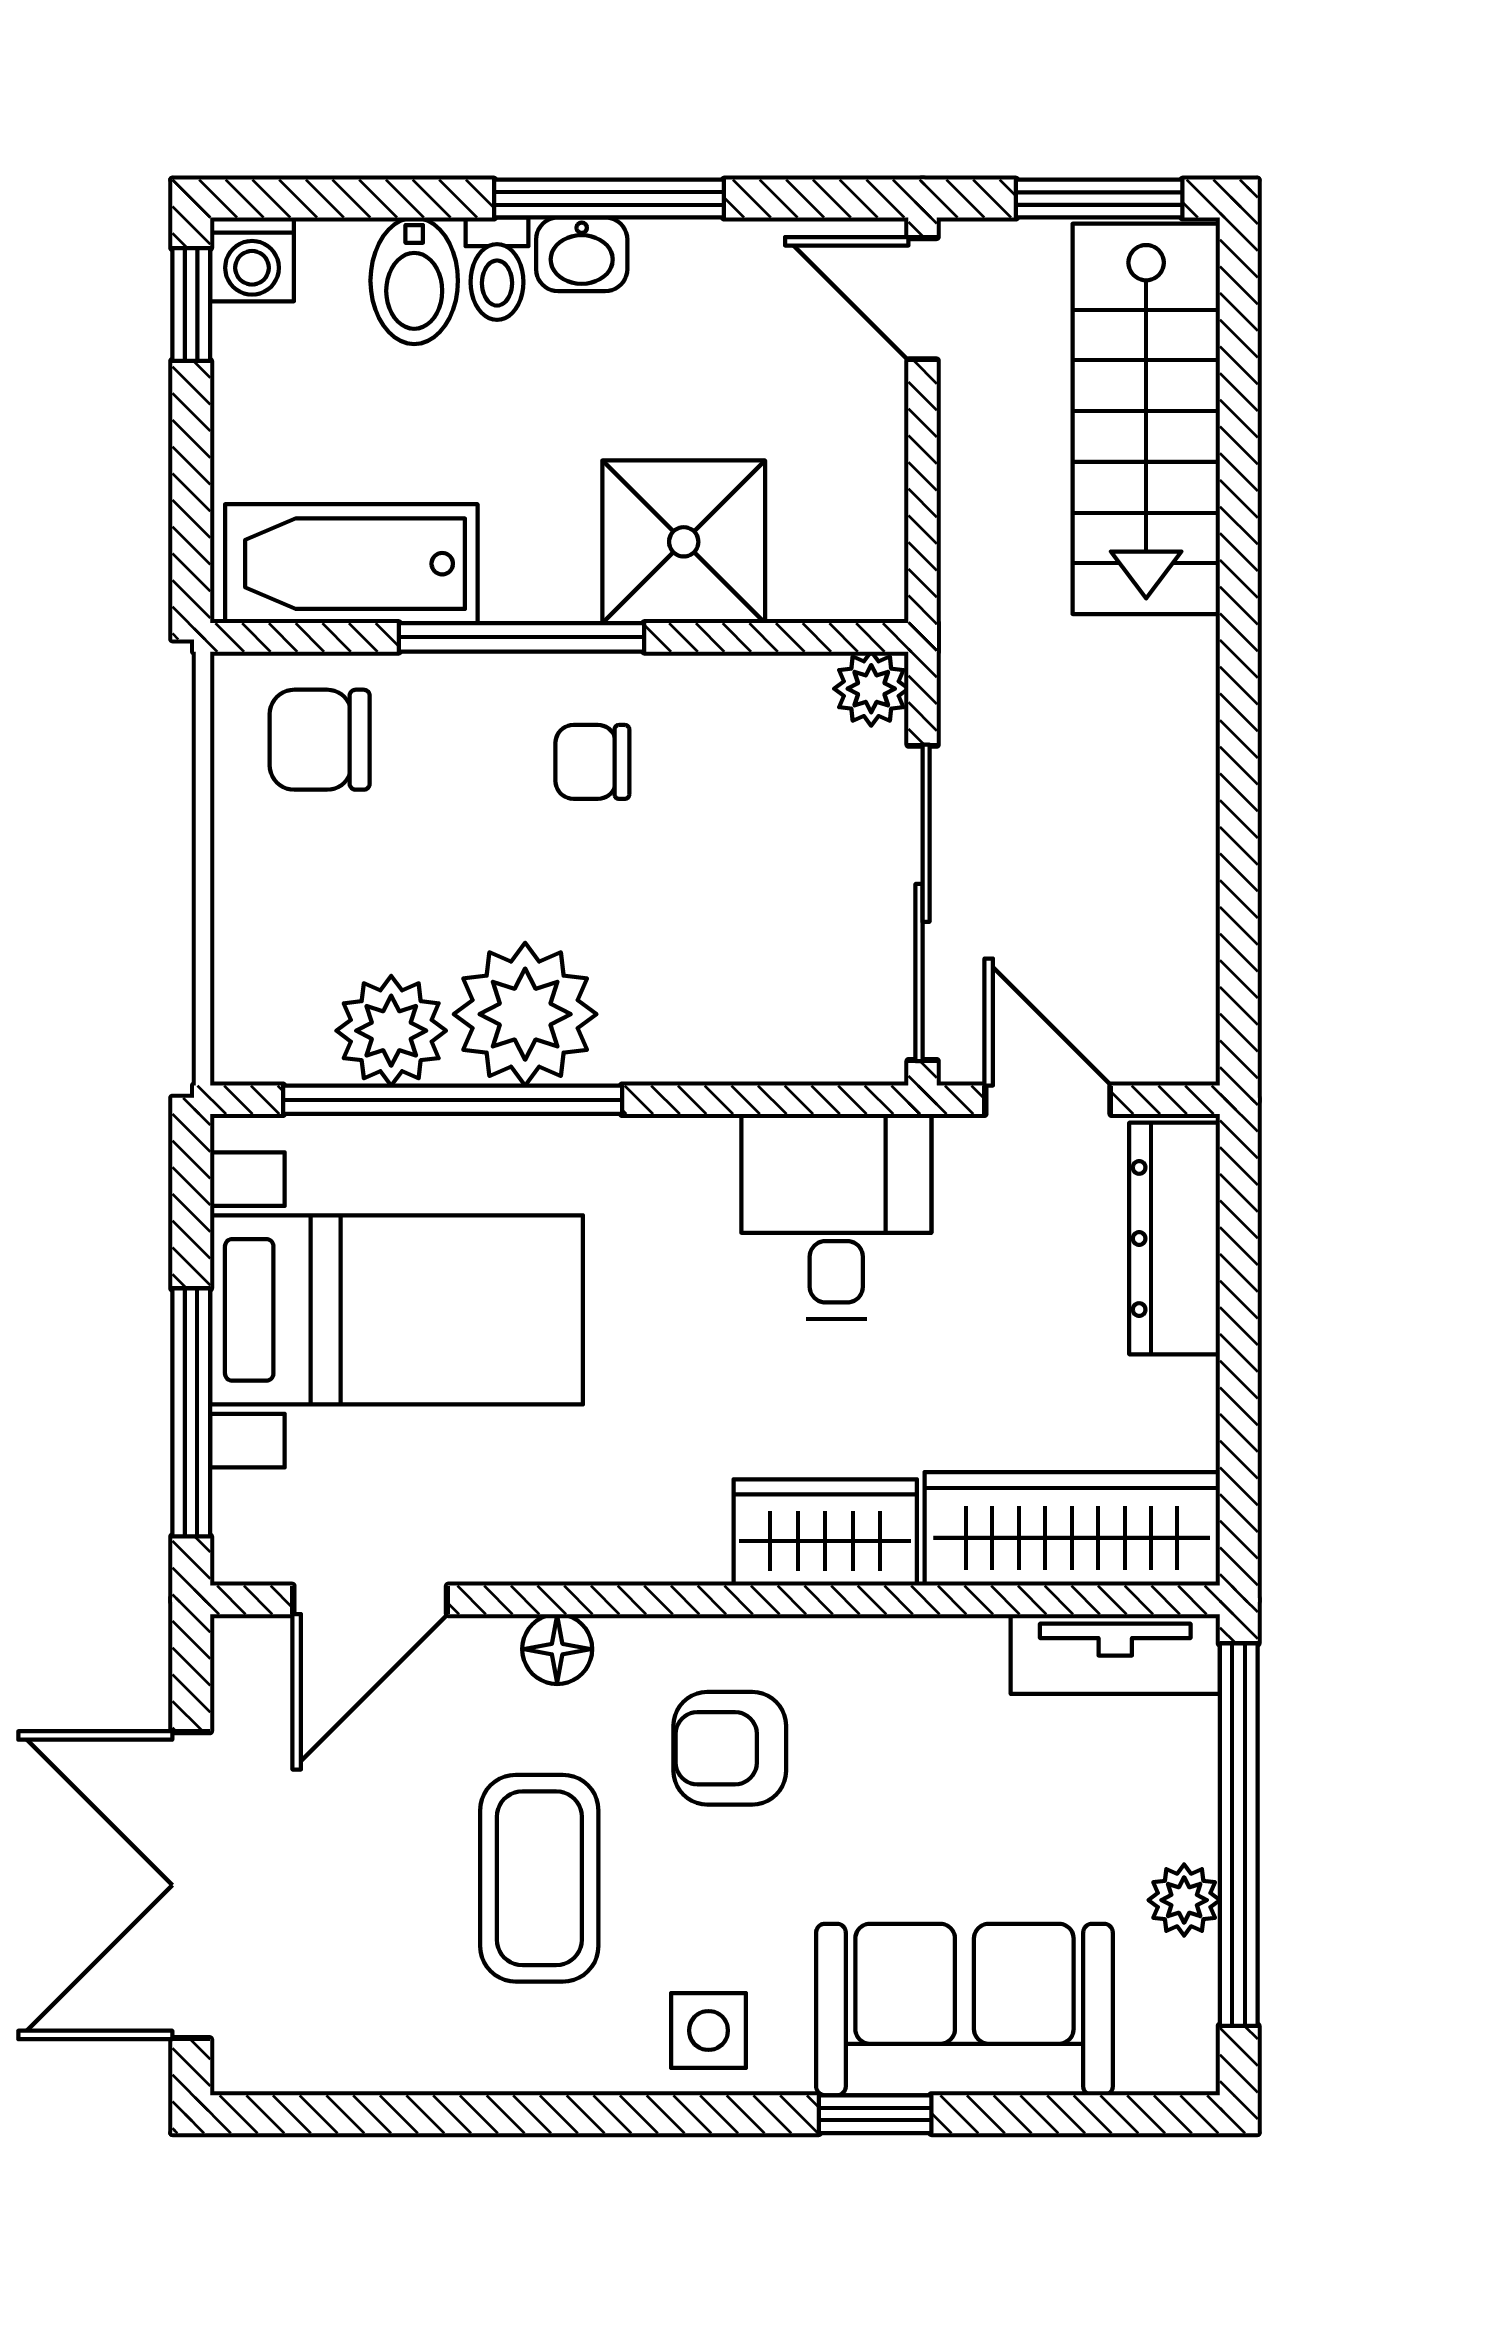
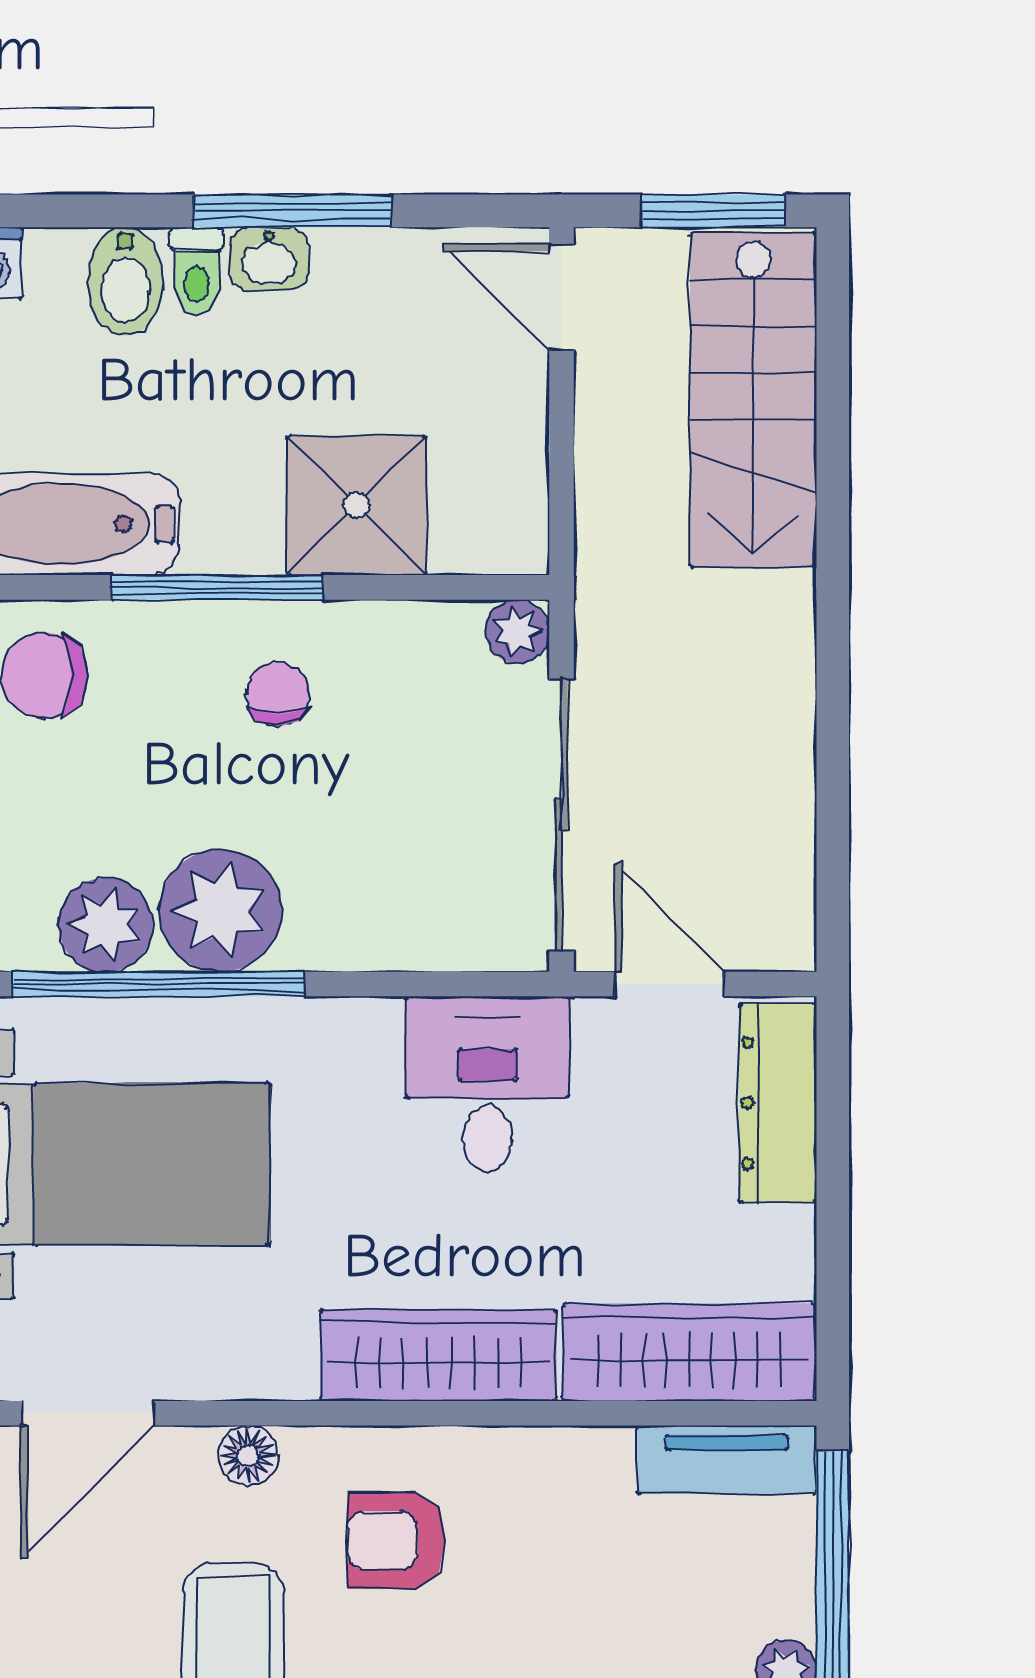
chair: (592, 762) -> (278, 694), turned 90
wardrobe: (825, 1533) -> (439, 1355), width x1.50

